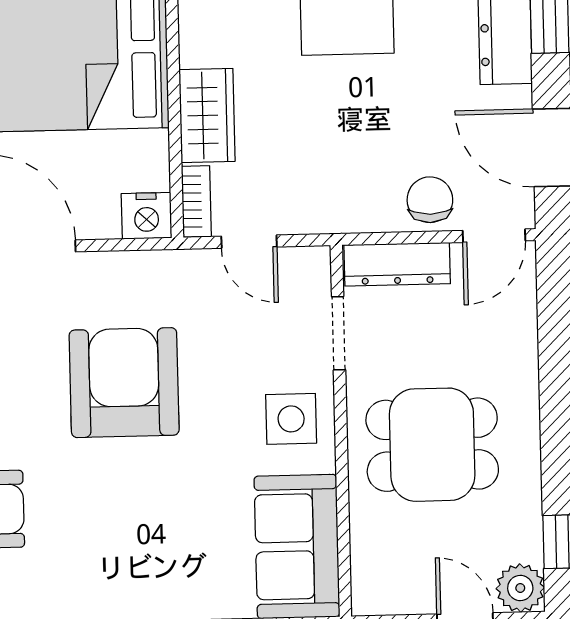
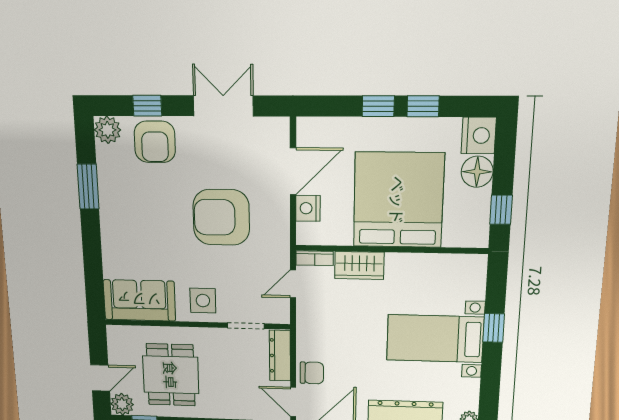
nightstand: (147, 216) -> (308, 208), moved
armchair: (124, 383) -> (221, 217), turned 180
dining table: (432, 445) -> (171, 375), moved

